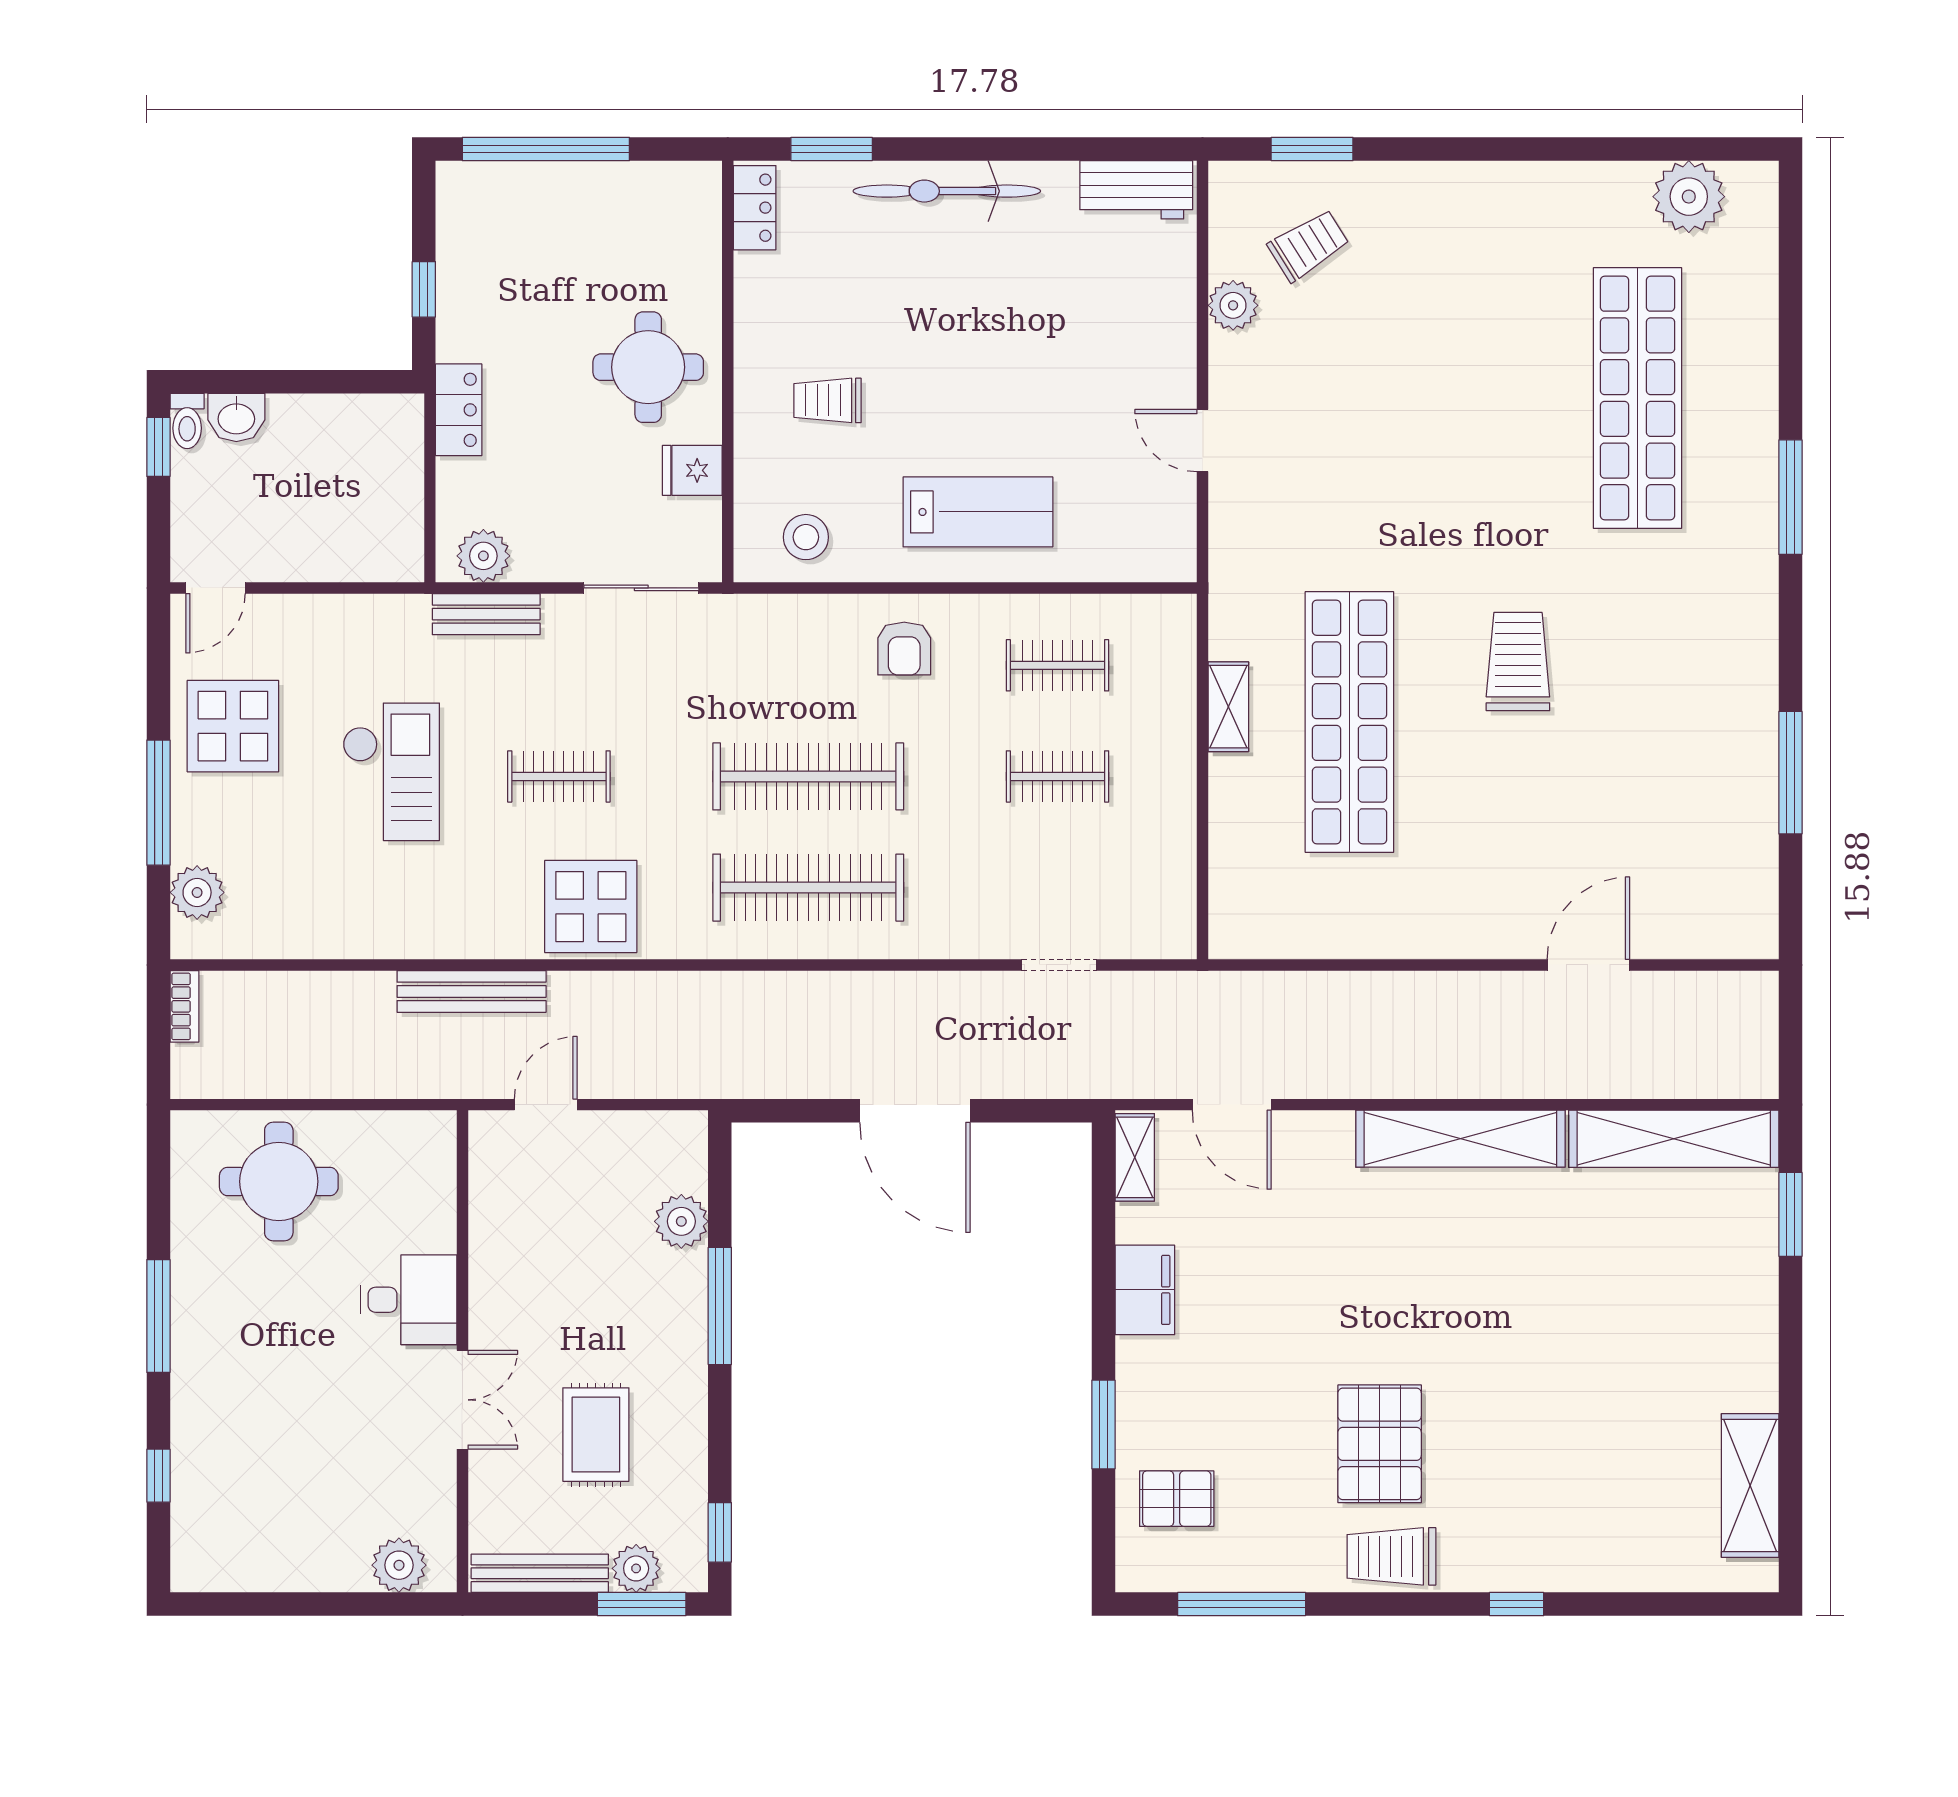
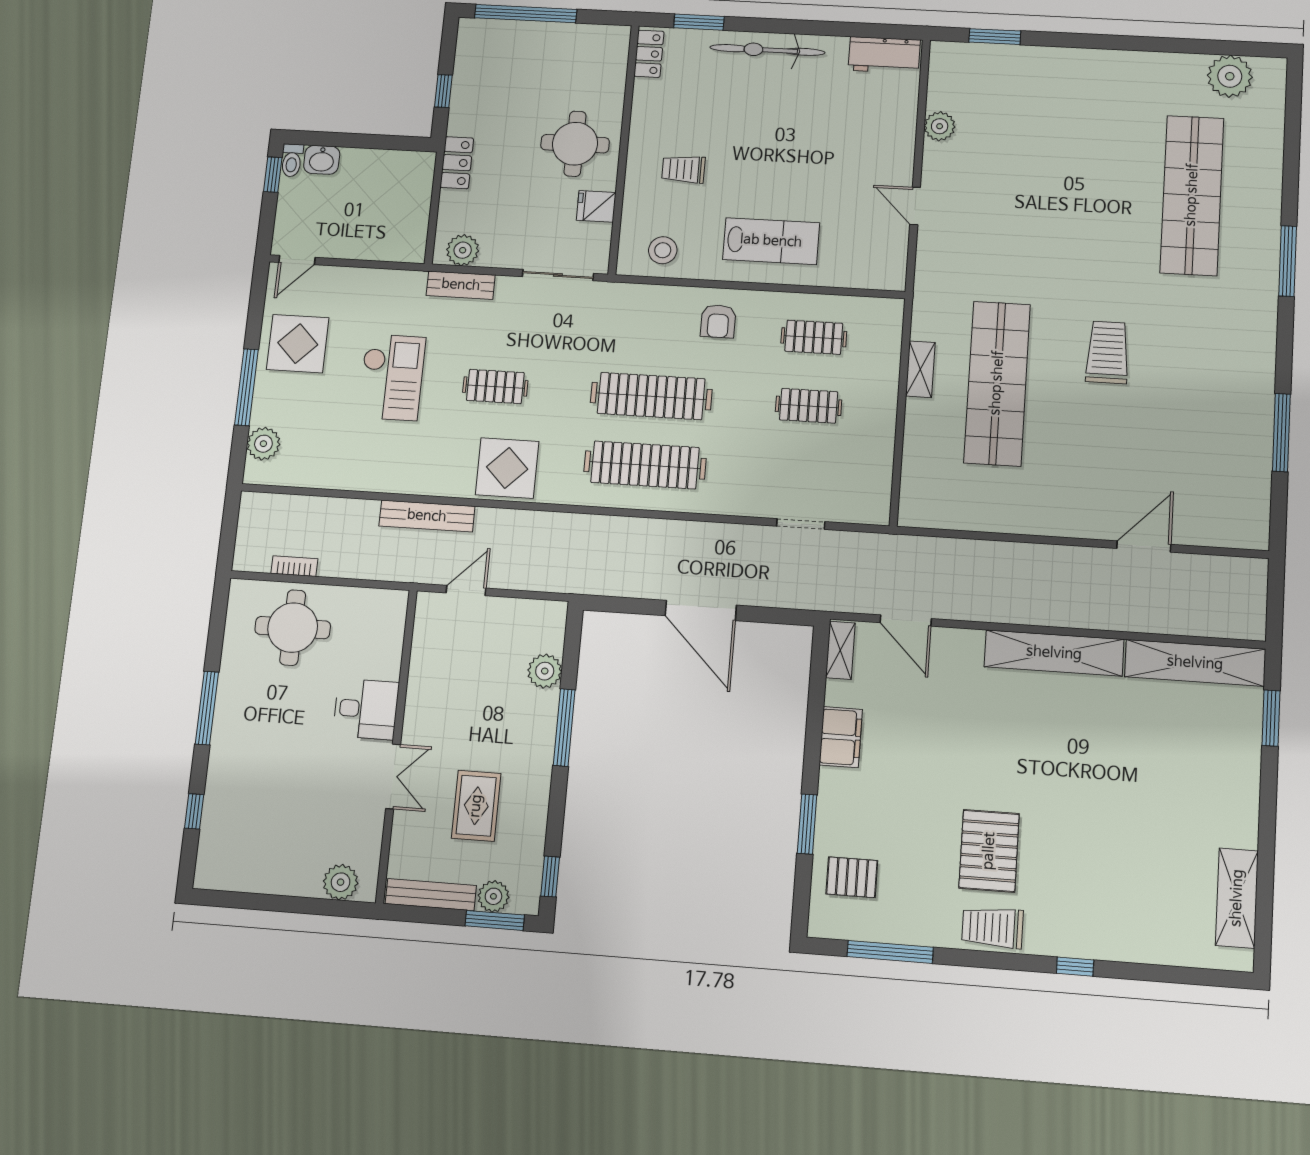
trolley: (1308, 245) -> (989, 93), removed
bookcase: (184, 1006) -> (294, 566), moved, turned -90

